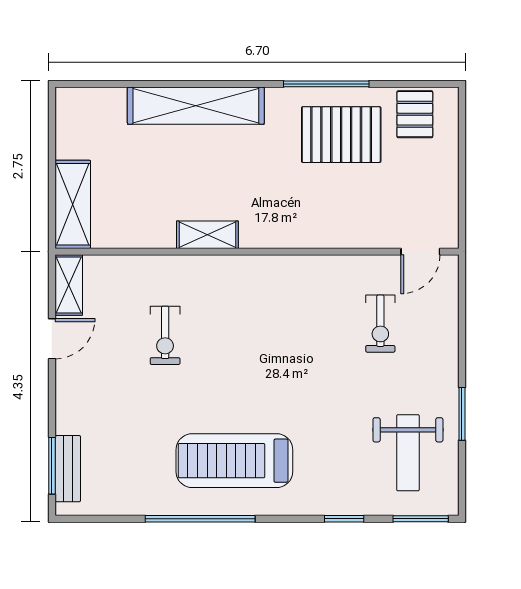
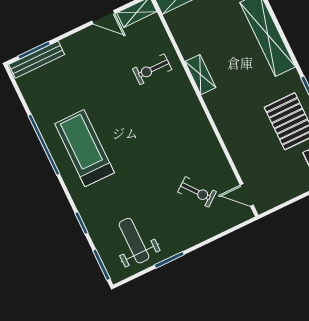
exercise bike: (380, 324) -> (197, 192), turned -128
exercise bike: (165, 335) -> (152, 69), moved
weight bench: (408, 453) -> (134, 241), turned 90
bench: (68, 469) -> (37, 60), width x1.36

